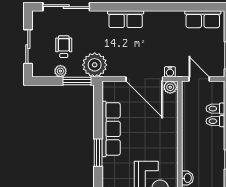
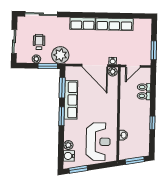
row of seats: (203, 19) -> (114, 24), moved, width x1.48
door: (199, 79) -> (133, 66), swing flipped
window: (98, 112) -> (62, 88), added

